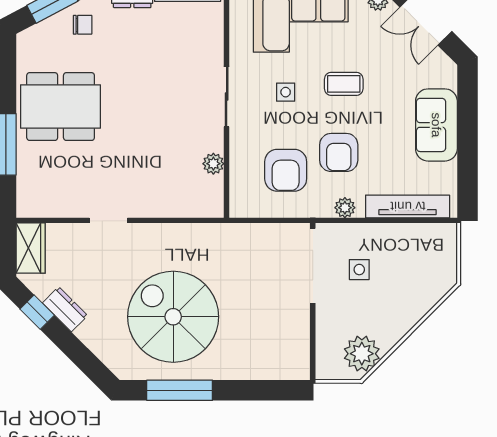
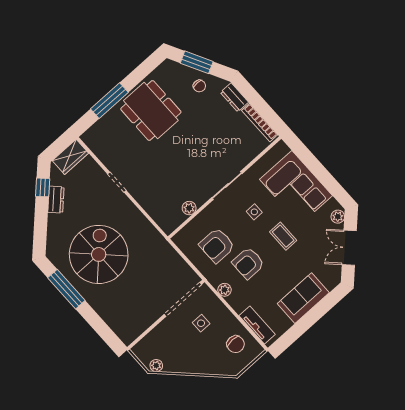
tv unit: (408, 206) -> (257, 325), width x0.71
chair: (420, 251) -> (236, 344), added
plant: (362, 354) -> (156, 366), width x0.53, depth x0.53

